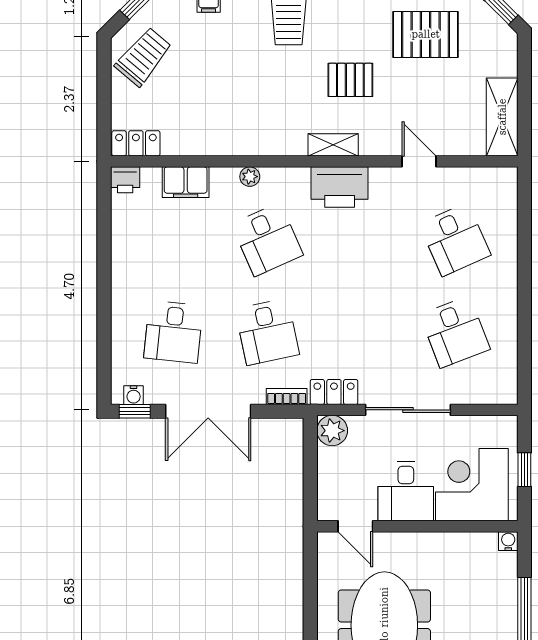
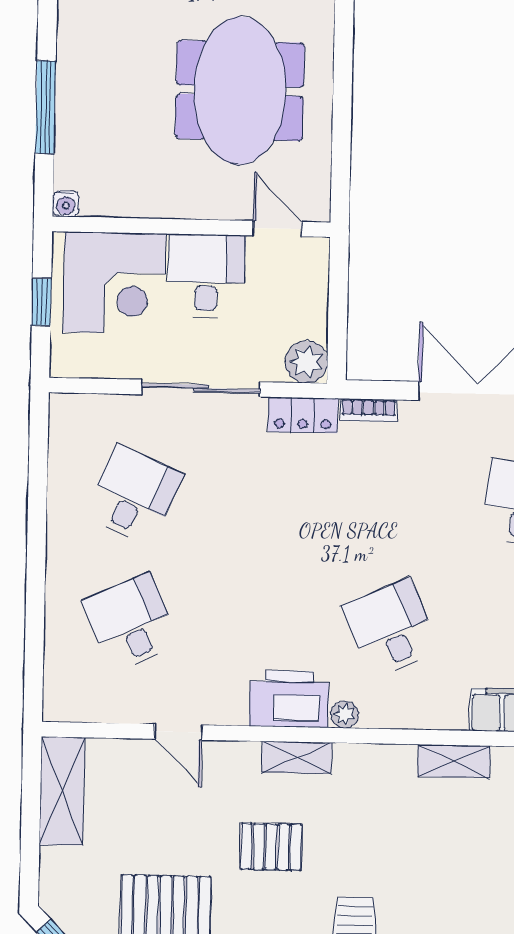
shelving: (220, 144) -> (454, 761), added
plant: (250, 177) -> (345, 714), moved
desk: (267, 332) -> (393, 500), removed
desk: (455, 332) -> (134, 495), turned 45

